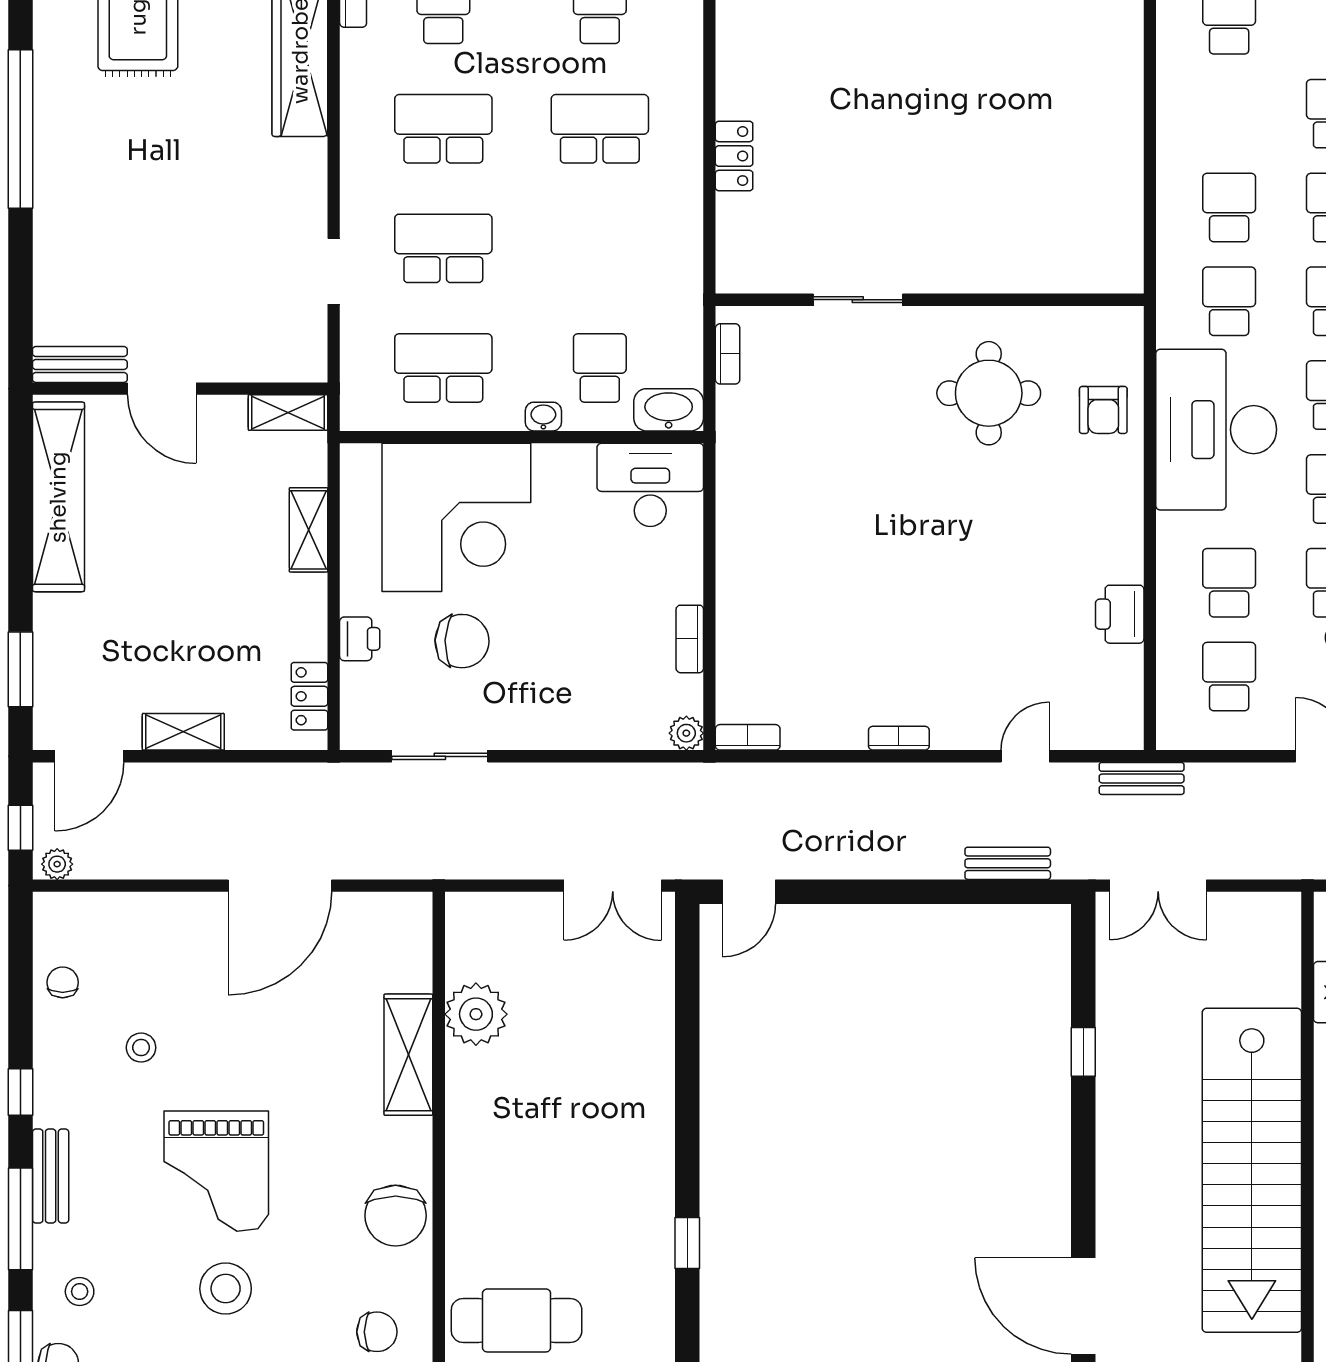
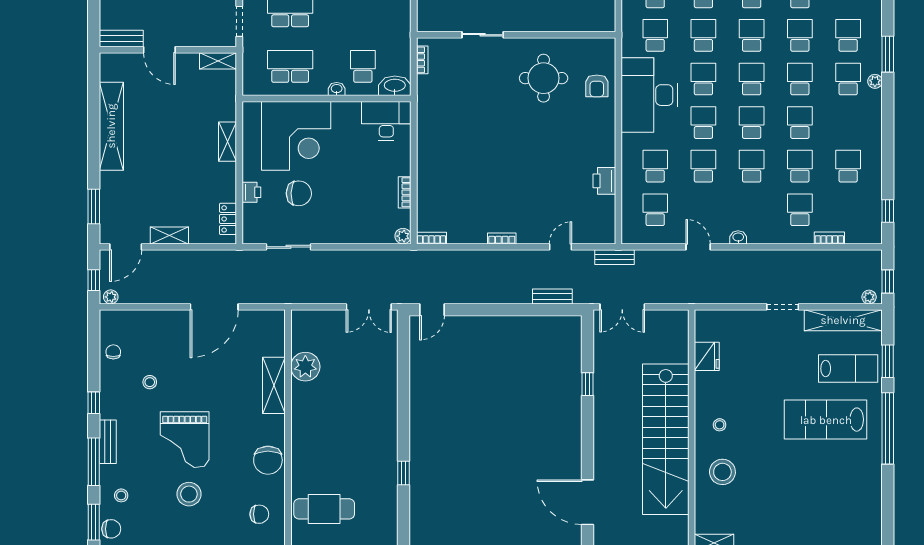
bench: (80, 364) -> (121, 39), moved
door: (162, 389) -> (159, 50), moved
wall: (180, 389) -> (168, 50), moved
shelving: (288, 412) -> (218, 61), moved

